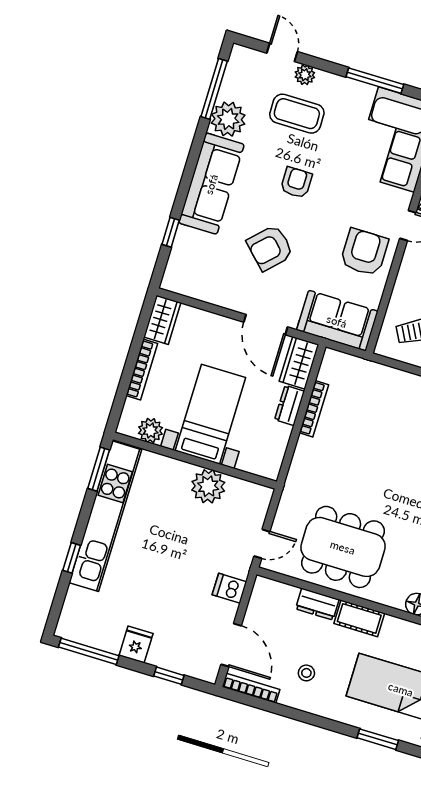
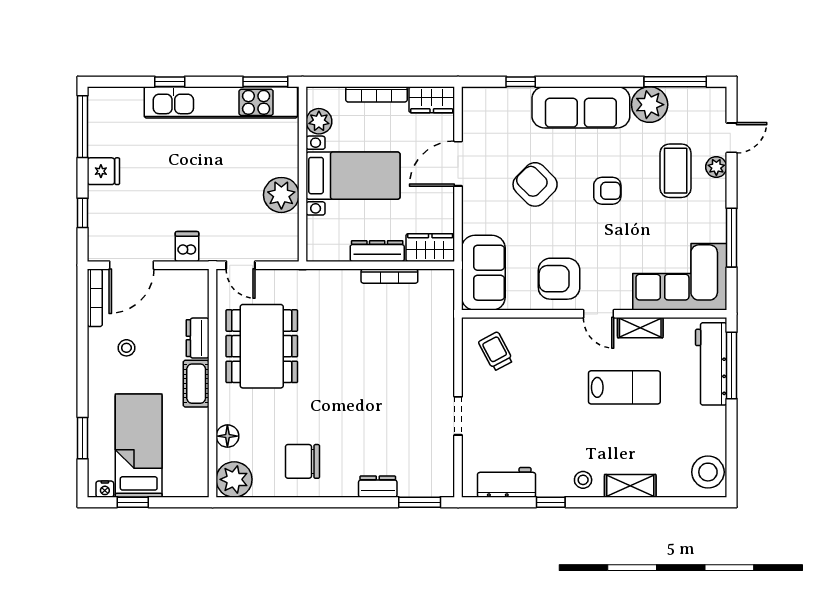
armchair: (364, 252) -> (559, 279), turned 180
door: (266, 325) -> (458, 164), moved
dresser: (290, 405) -> (377, 251), width x1.44

